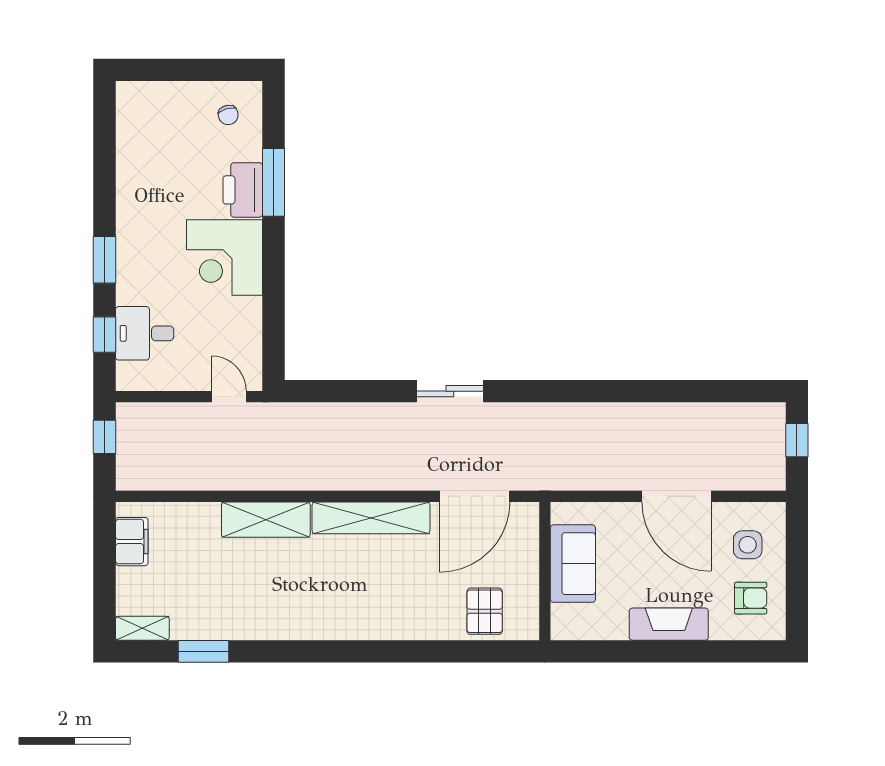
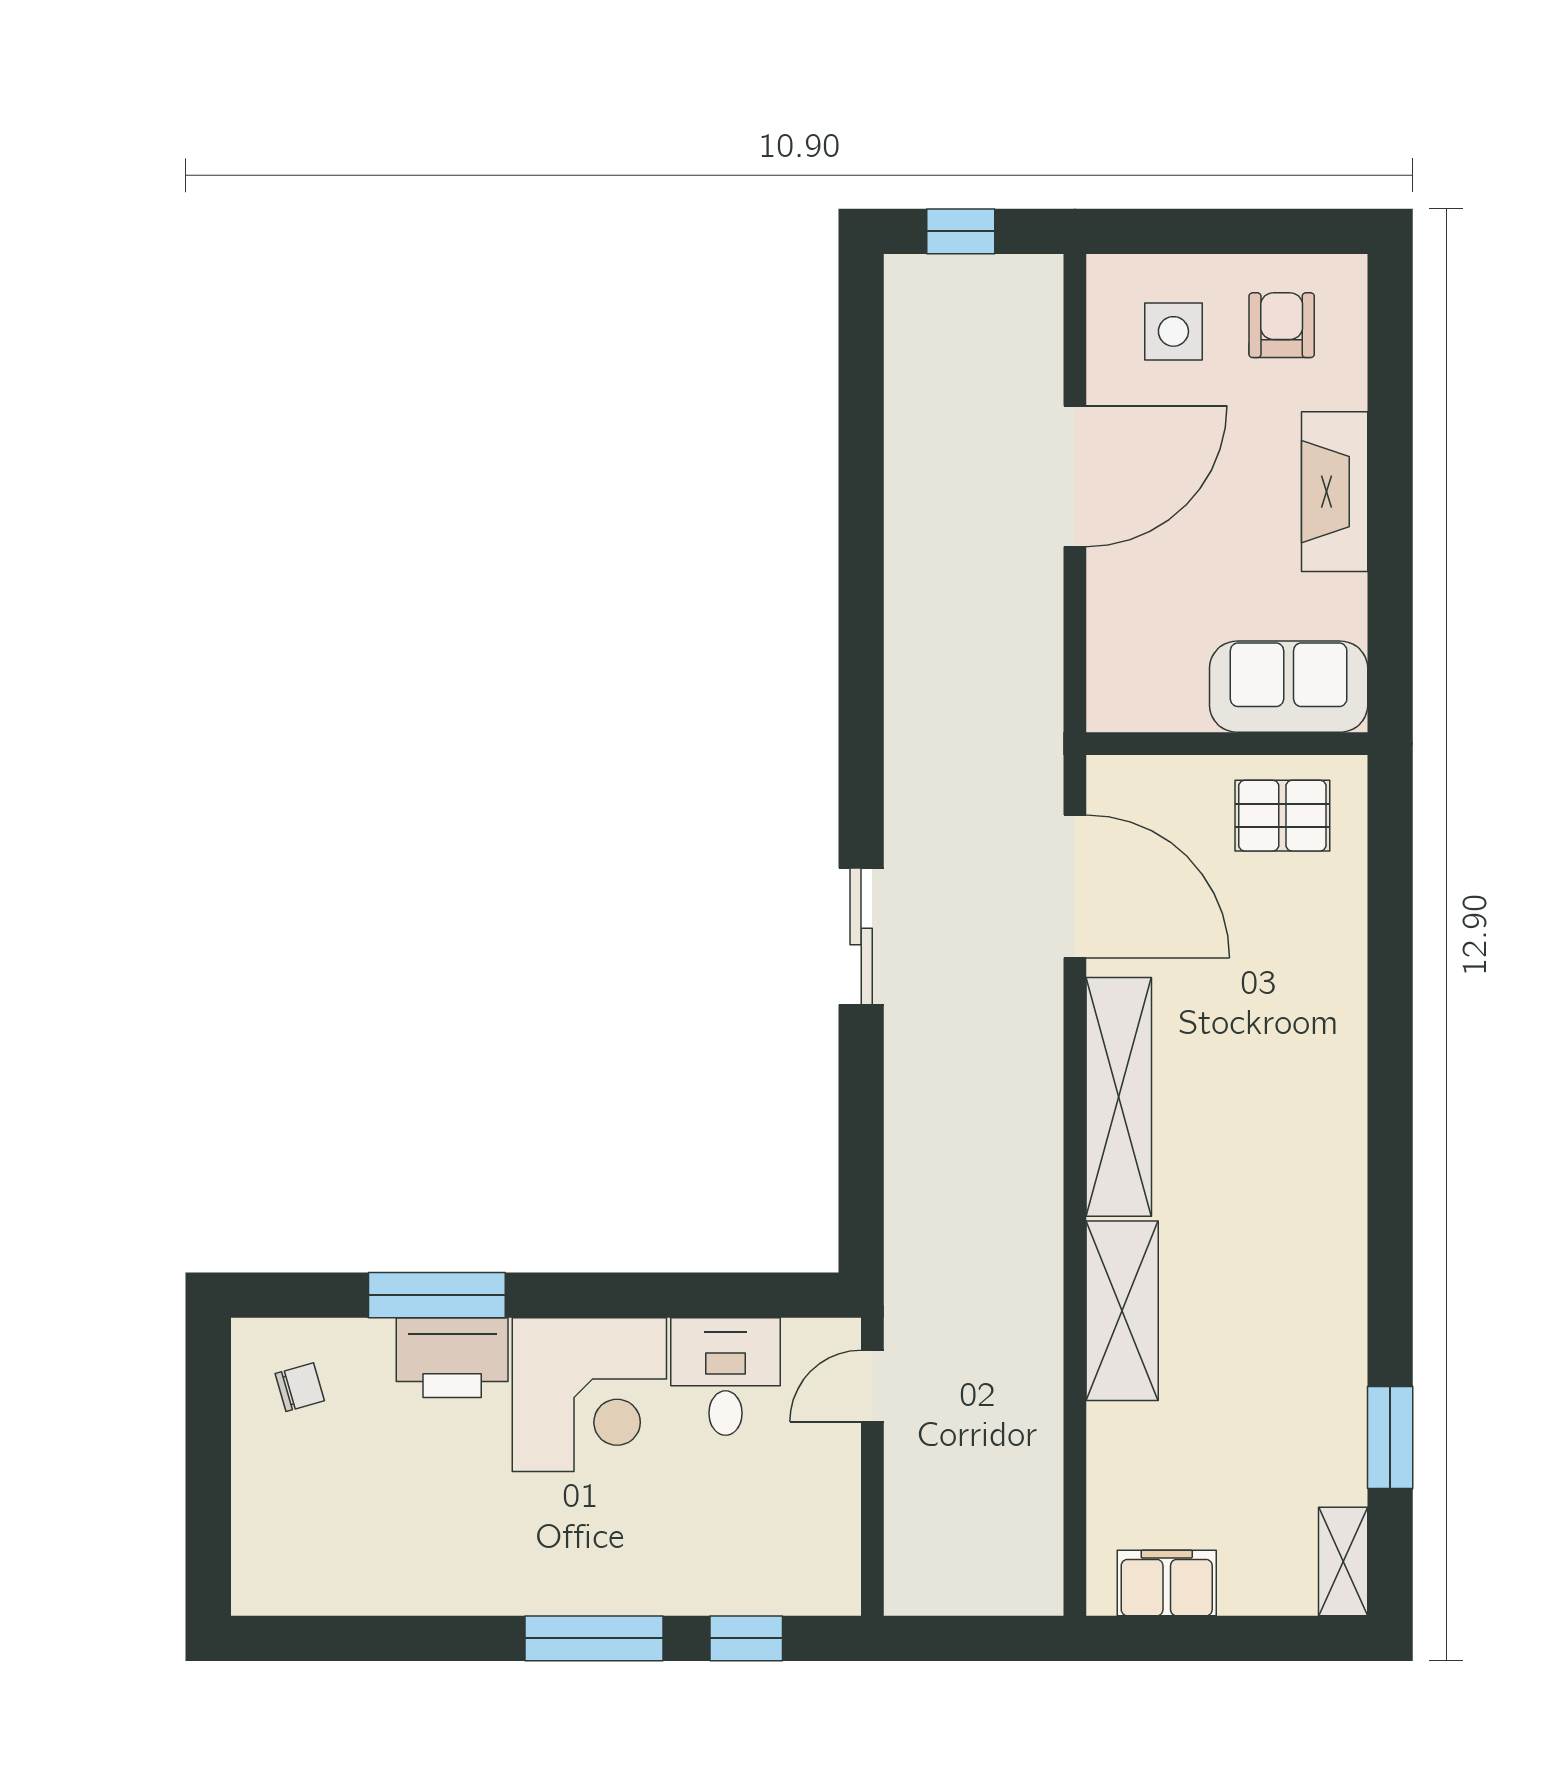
window: (105, 260) -> (594, 1638), width x1.44
desk: (145, 333) -> (725, 1377), moved, turned 180
window: (105, 437) -> (954, 1638), removed
sofa: (573, 564) -> (1289, 687), moved
pallet: (485, 611) -> (1282, 816), moved

